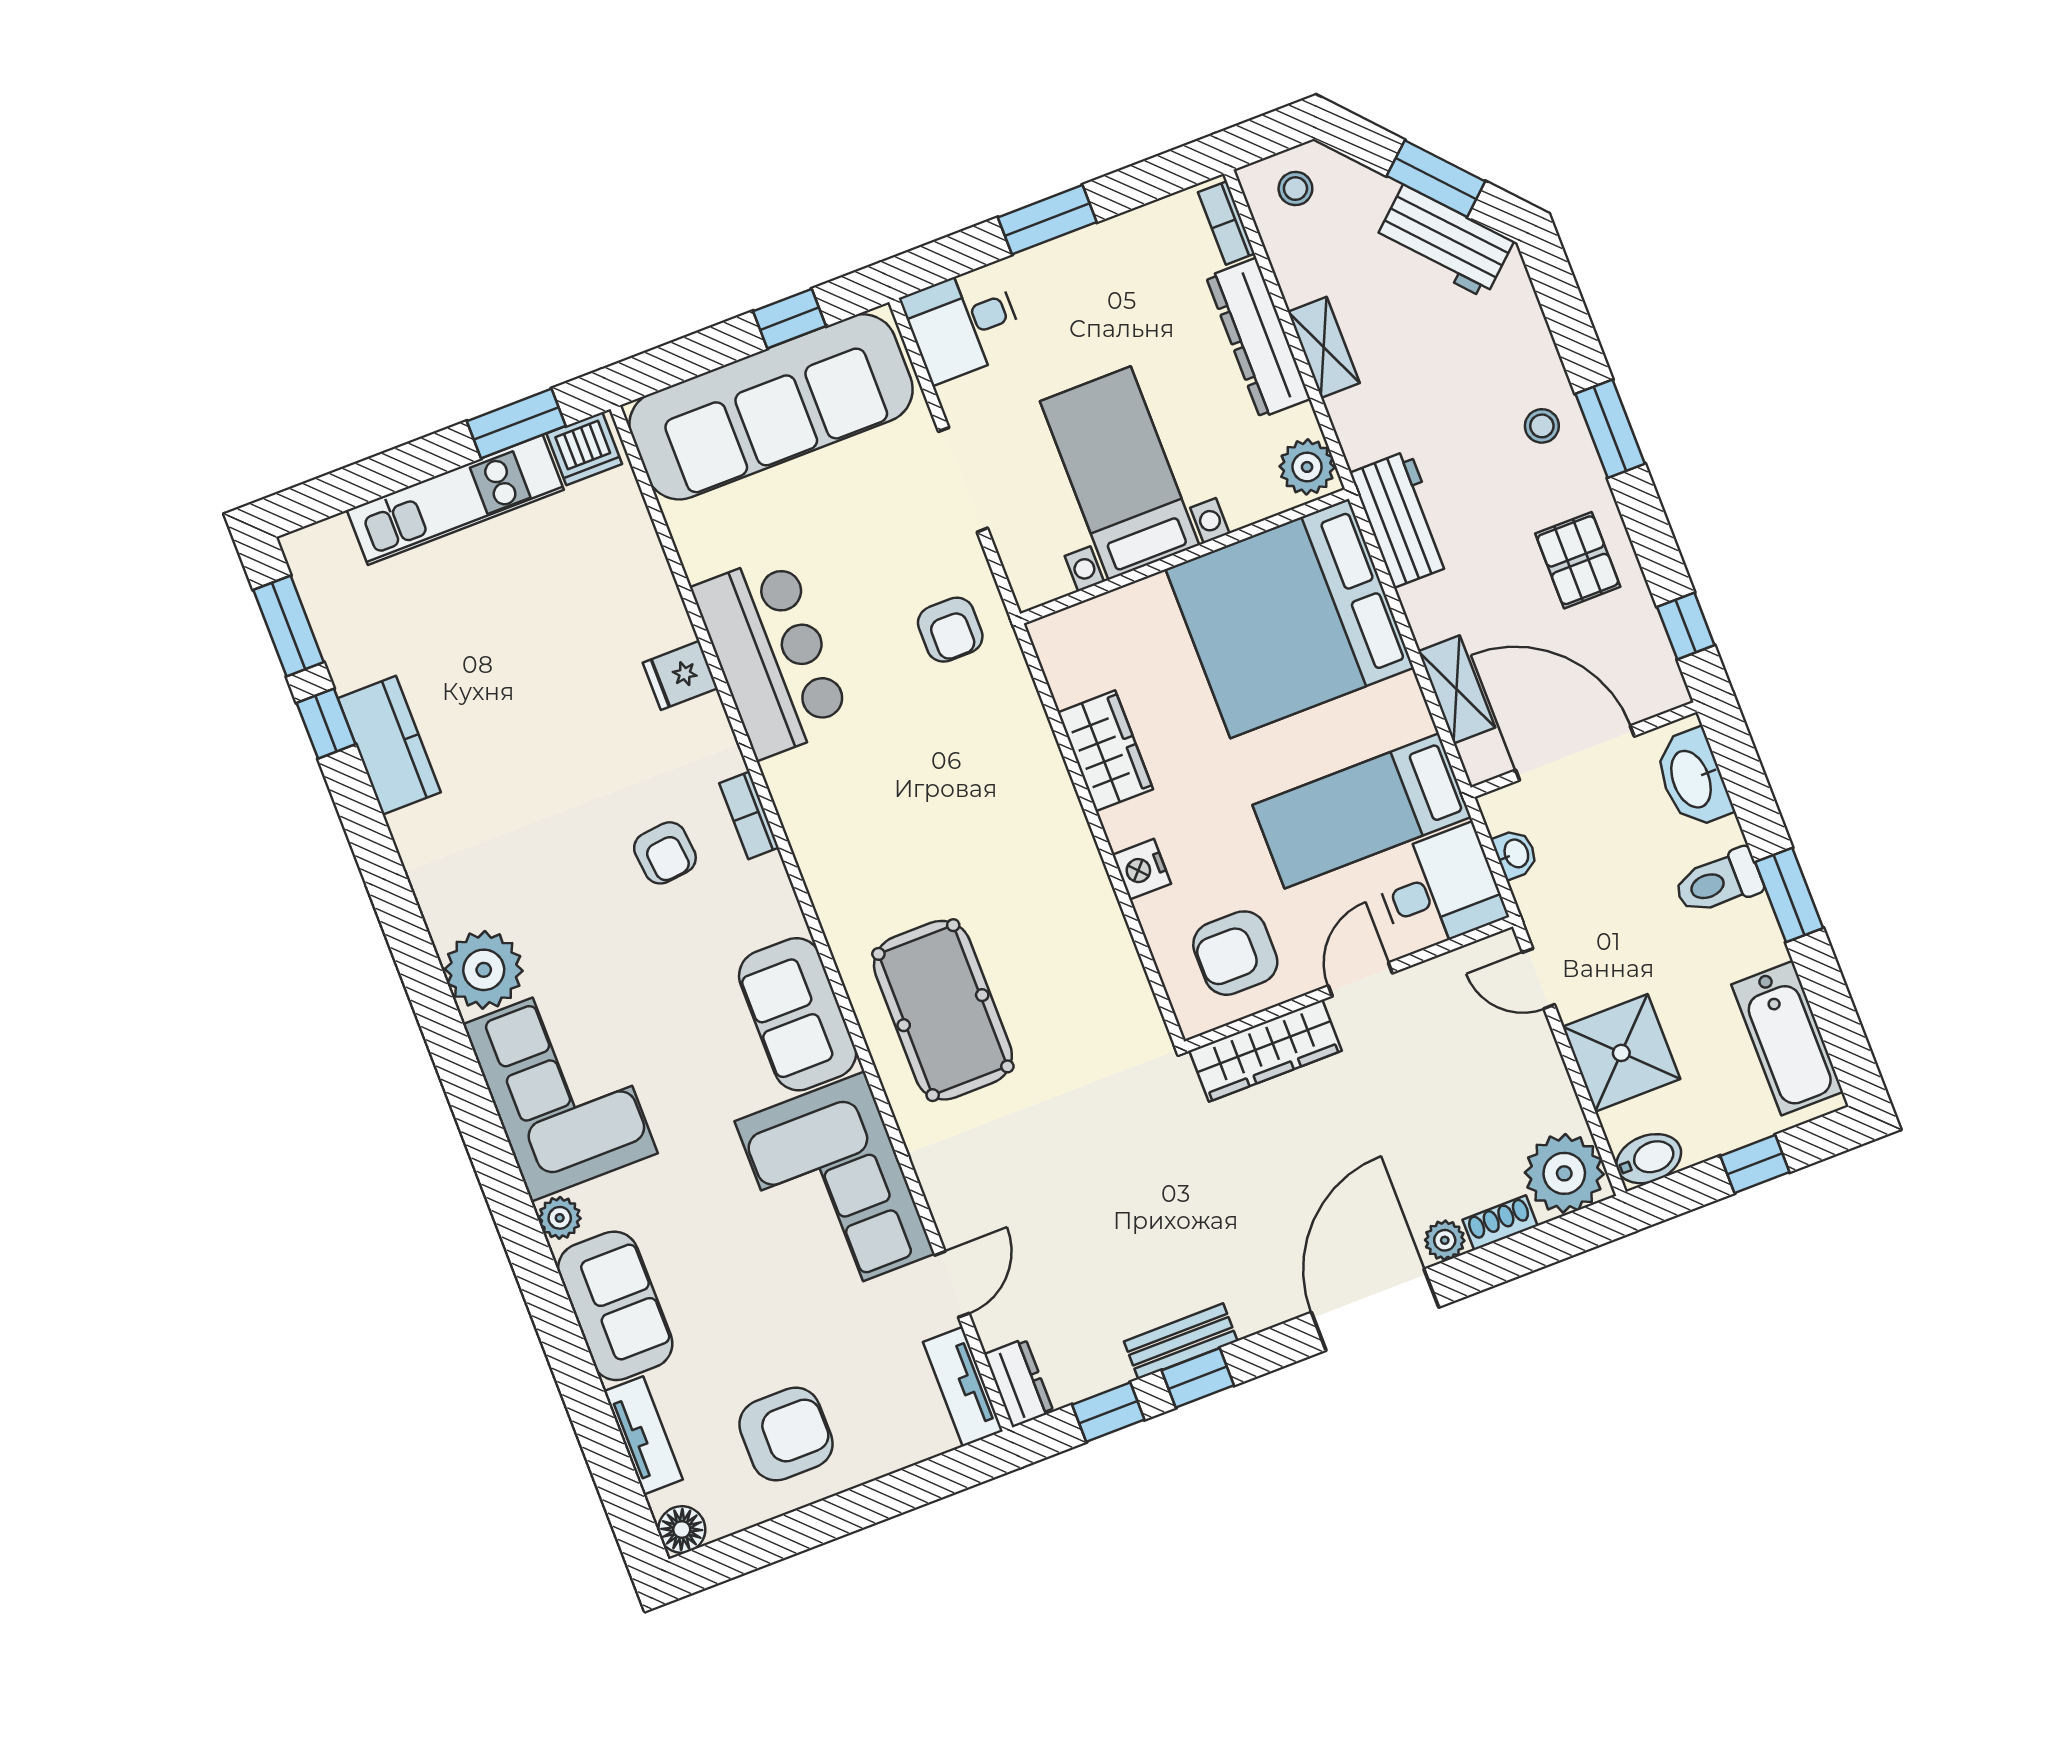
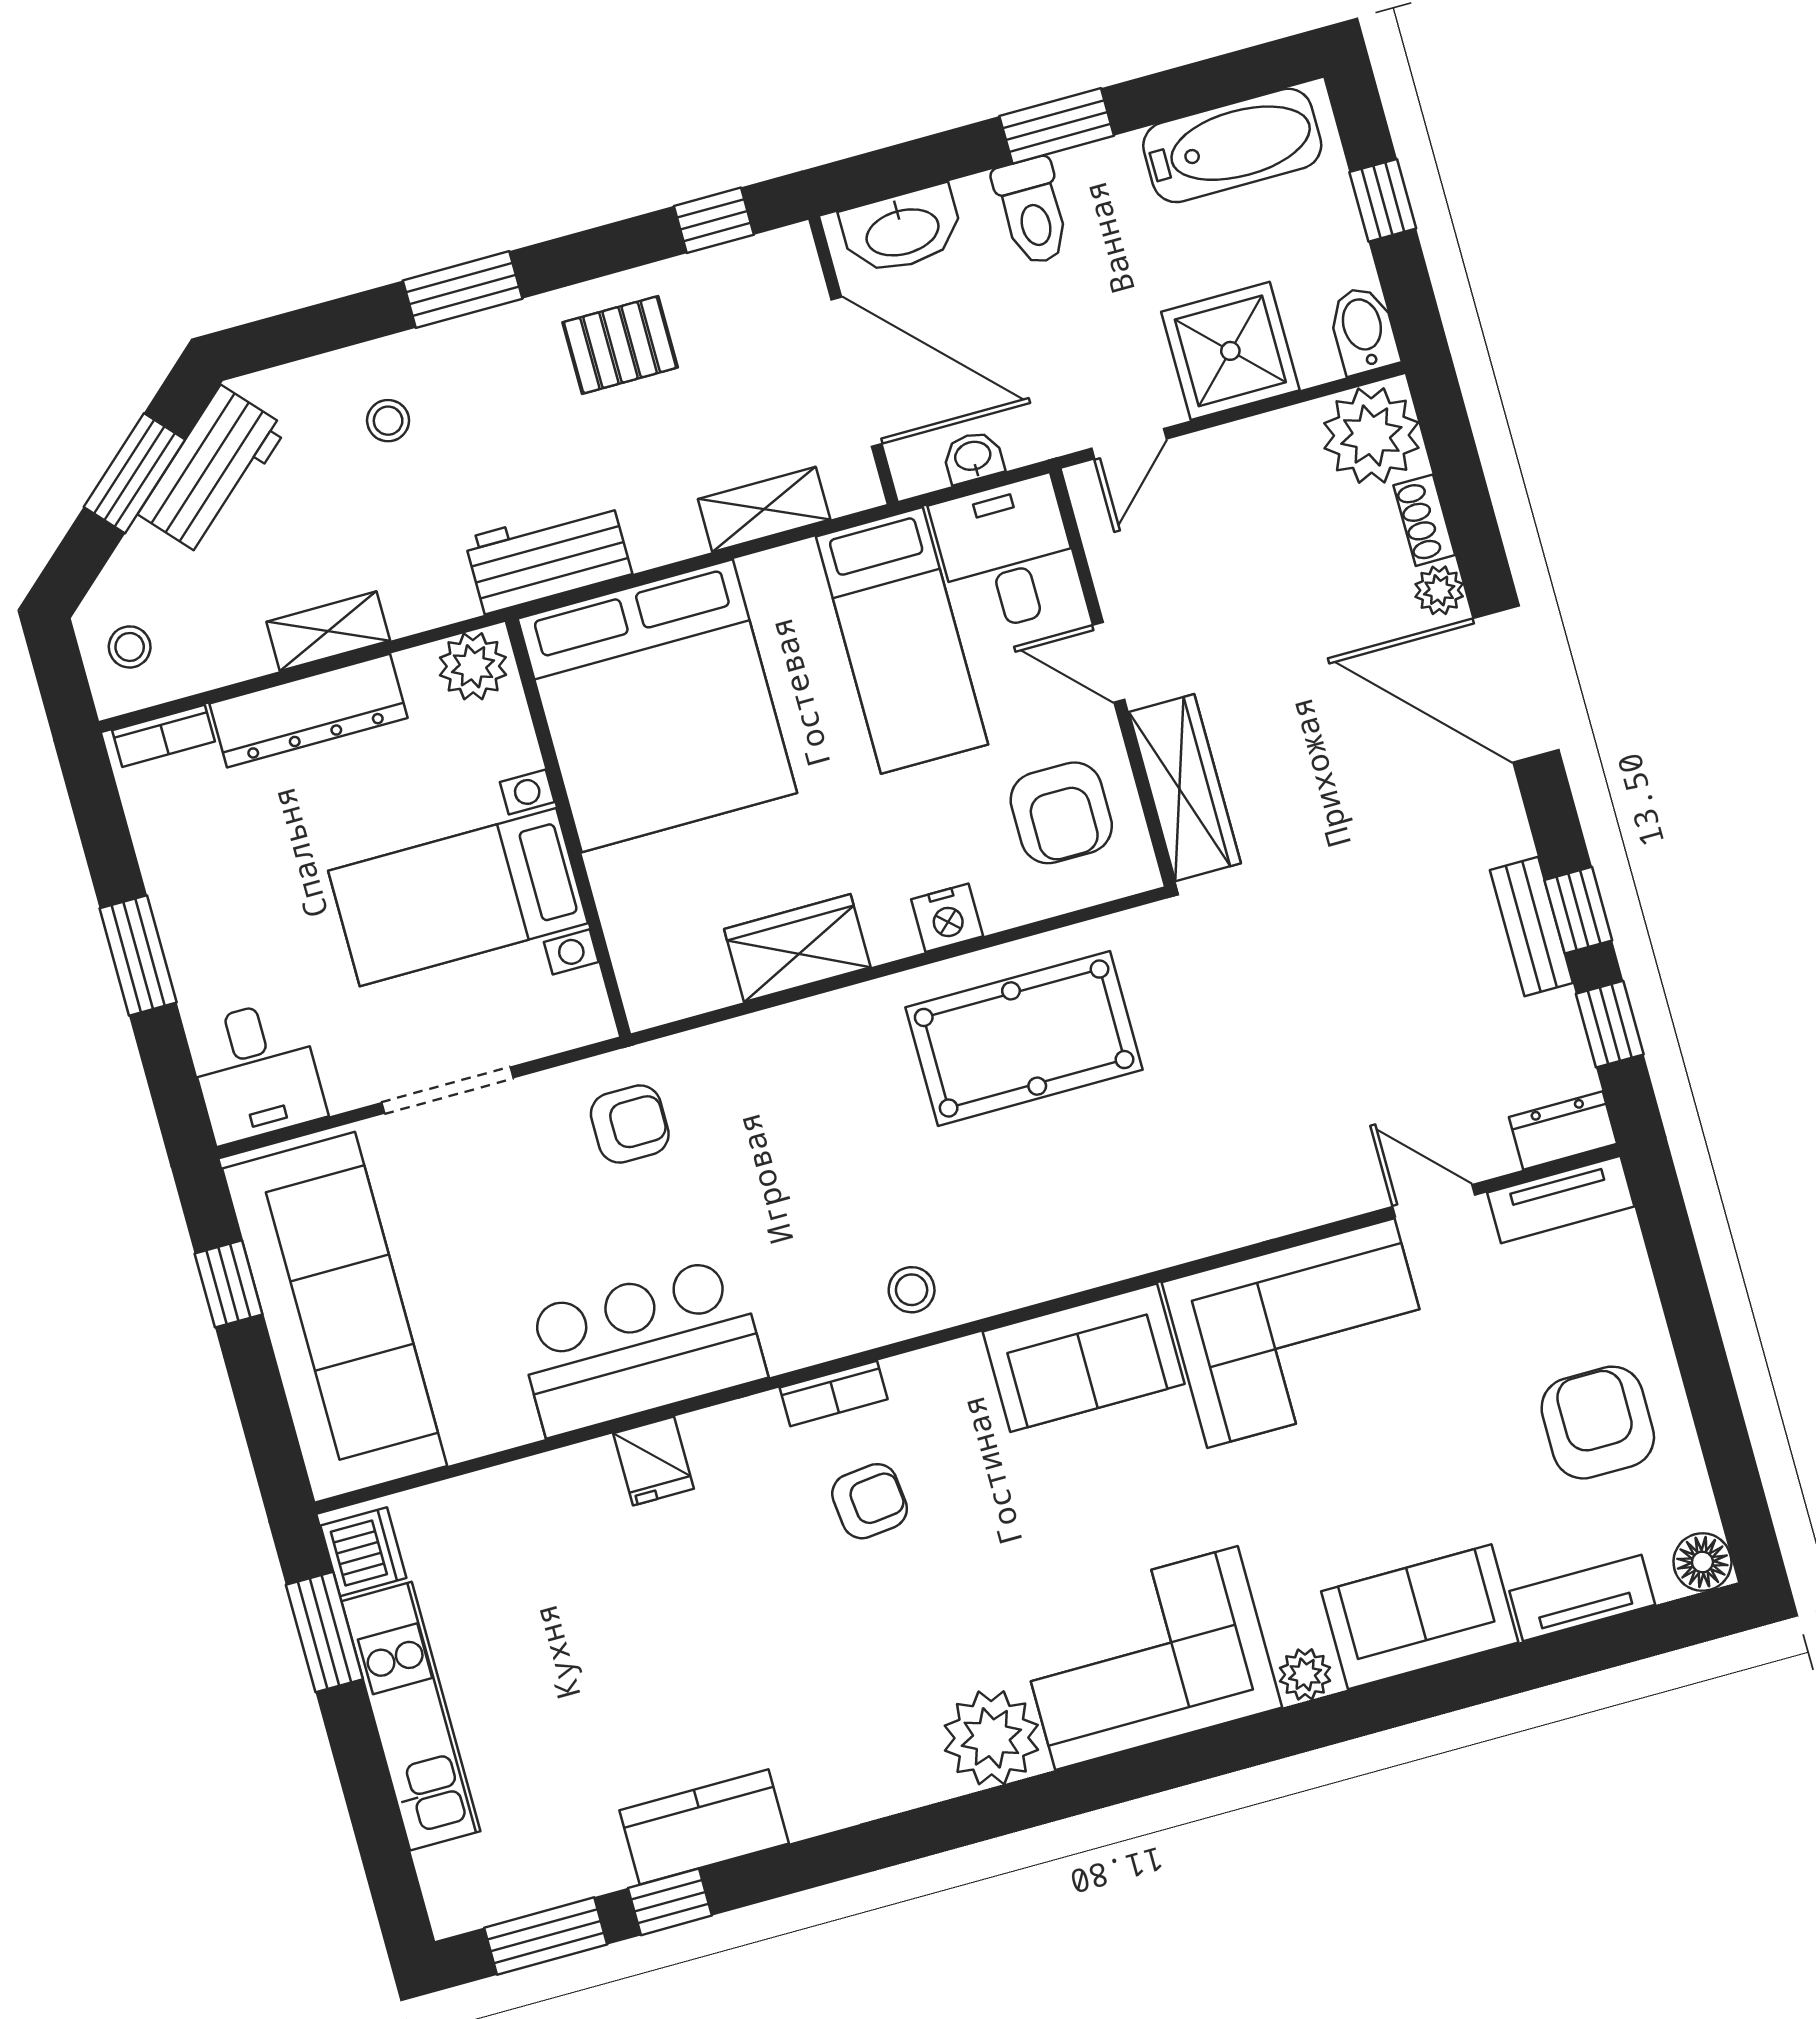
stool: (1542, 426) -> (388, 421), moved
door: (1575, 753) -> (857, 372), swing flipped
stool: (839, 870) -> (912, 1290), added
pool table: (943, 1010) -> (1024, 1039), moved

